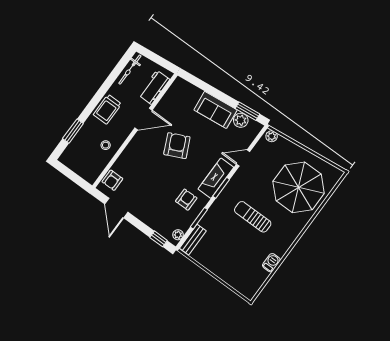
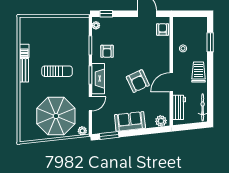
plant: (241, 120) -> (161, 121), moved
parasol: (299, 187) -> (56, 116), moved
bench: (193, 240) -> (24, 70), moved

